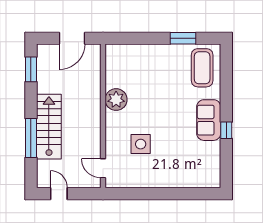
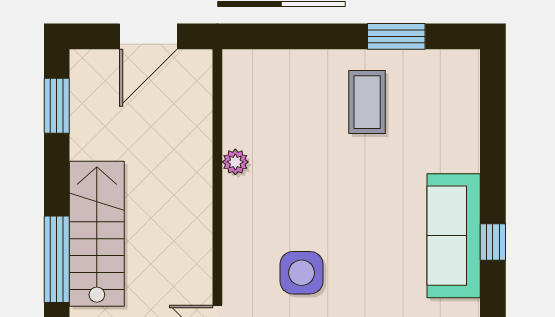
coffee table: (202, 68) -> (367, 102), moved, width x0.73, depth x0.76
plant: (116, 100) -> (235, 162), width x0.53, depth x0.53
sofa: (209, 120) -> (454, 236), width x1.36

